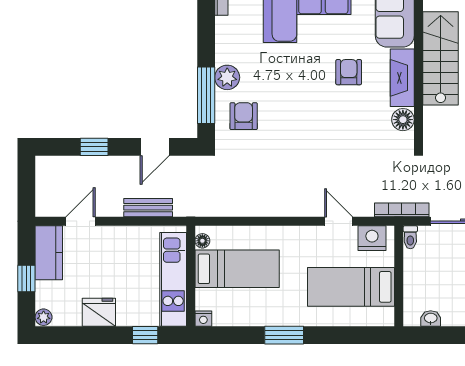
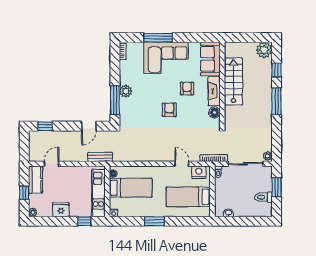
armchair: (244, 116) -> (169, 110), moved
window: (94, 147) -> (45, 126), moved
bench: (148, 208) -> (100, 157), moved

